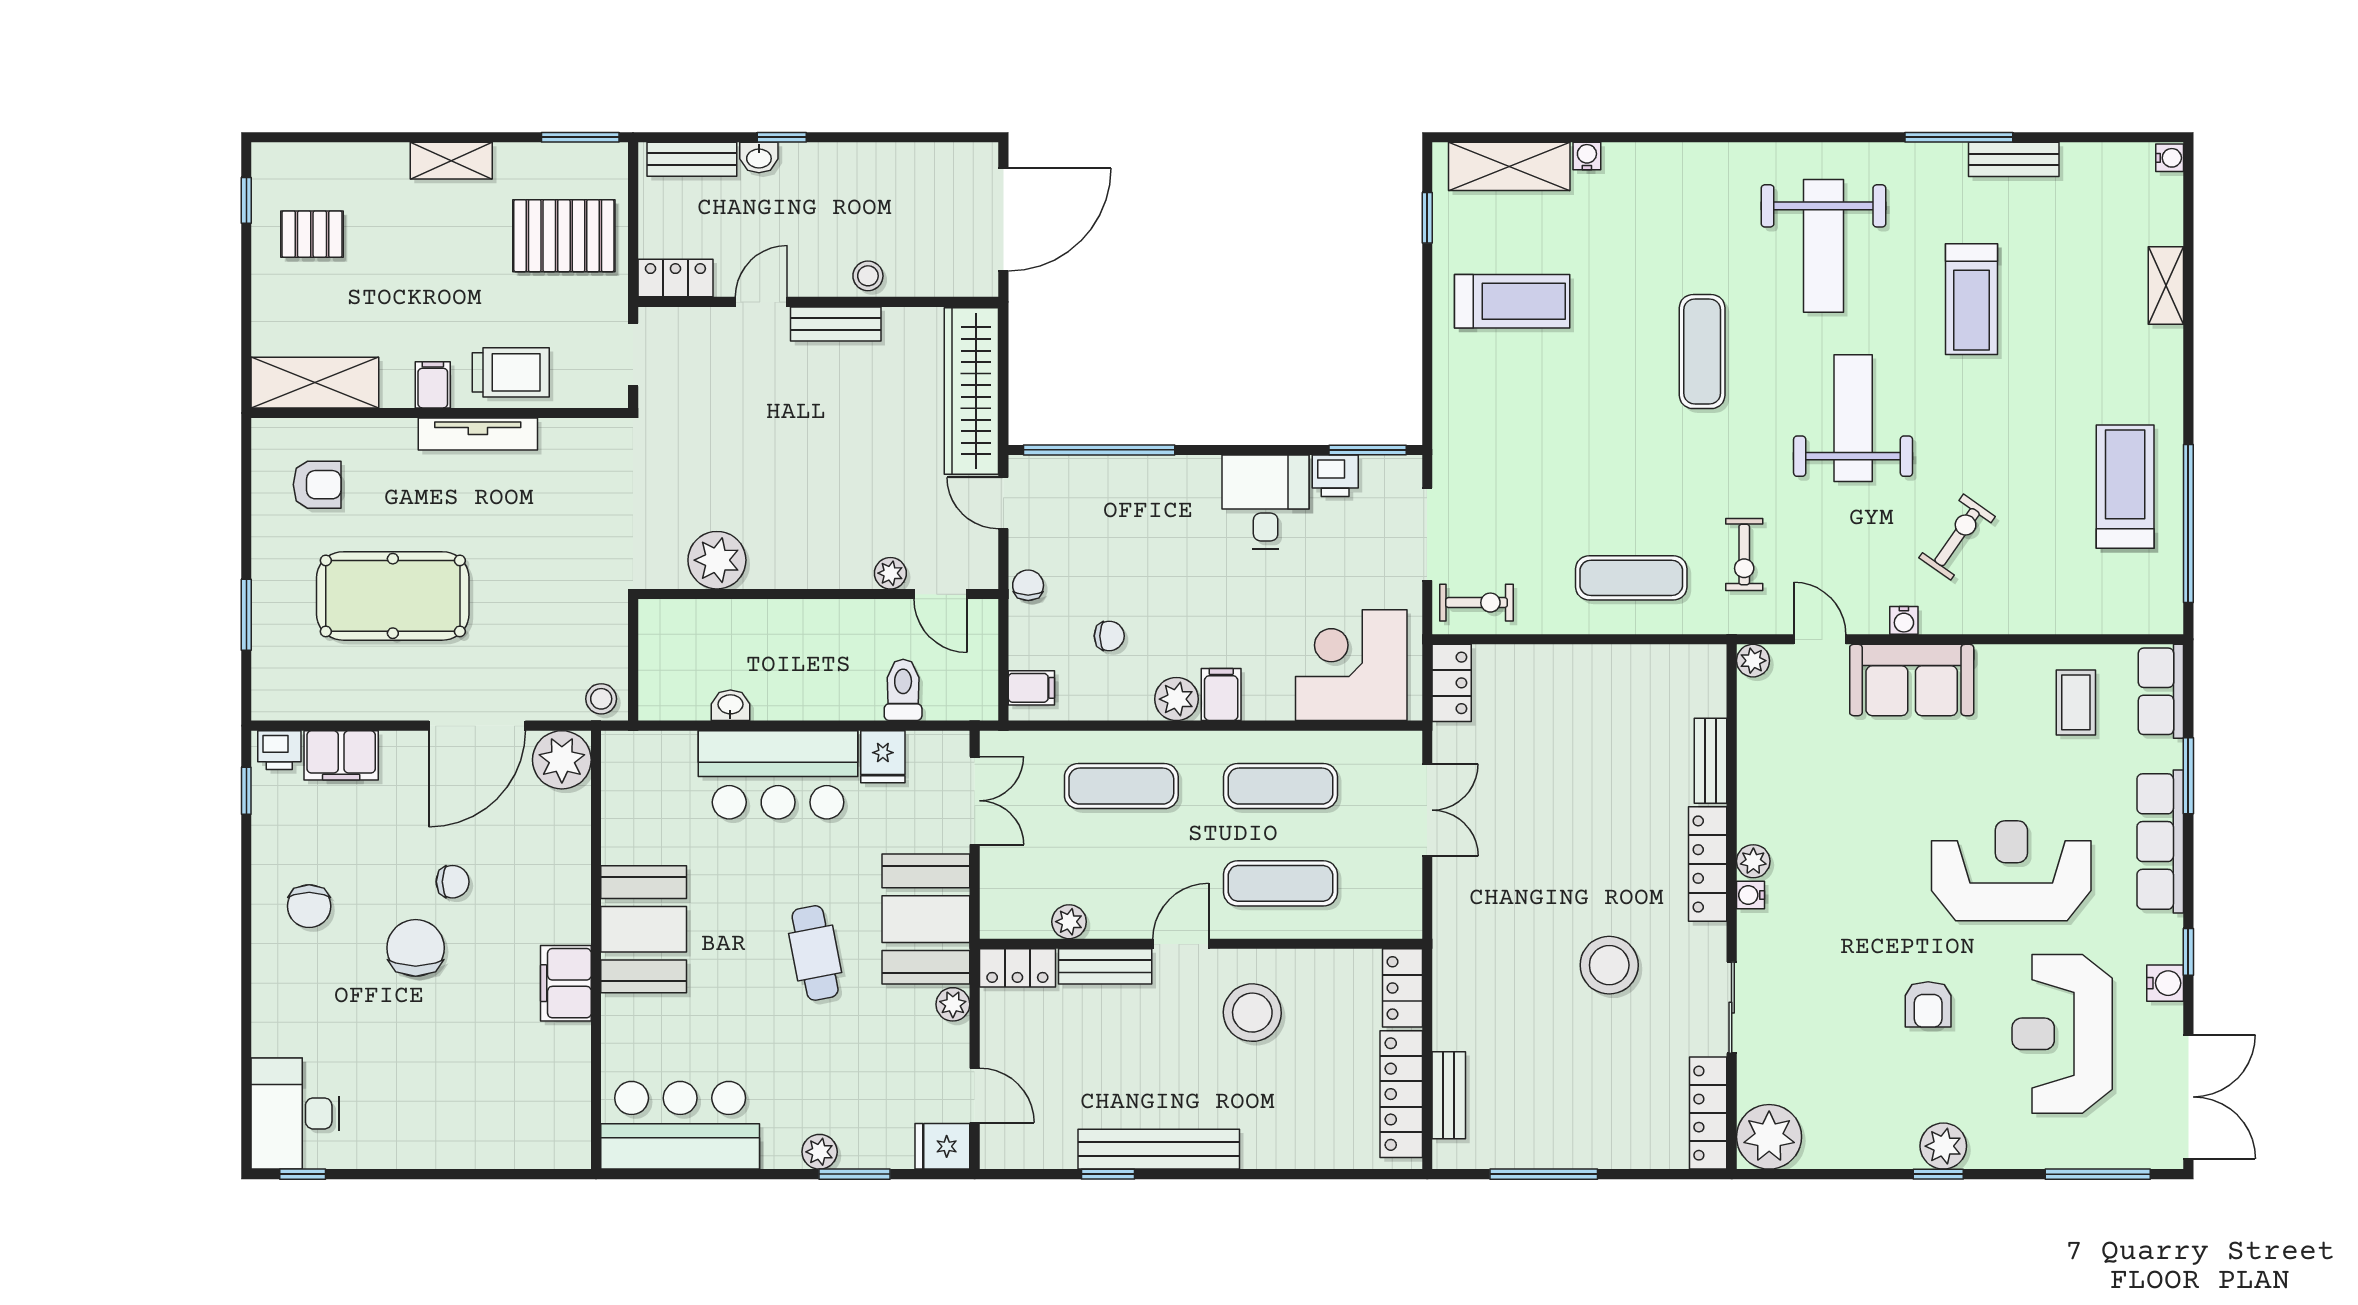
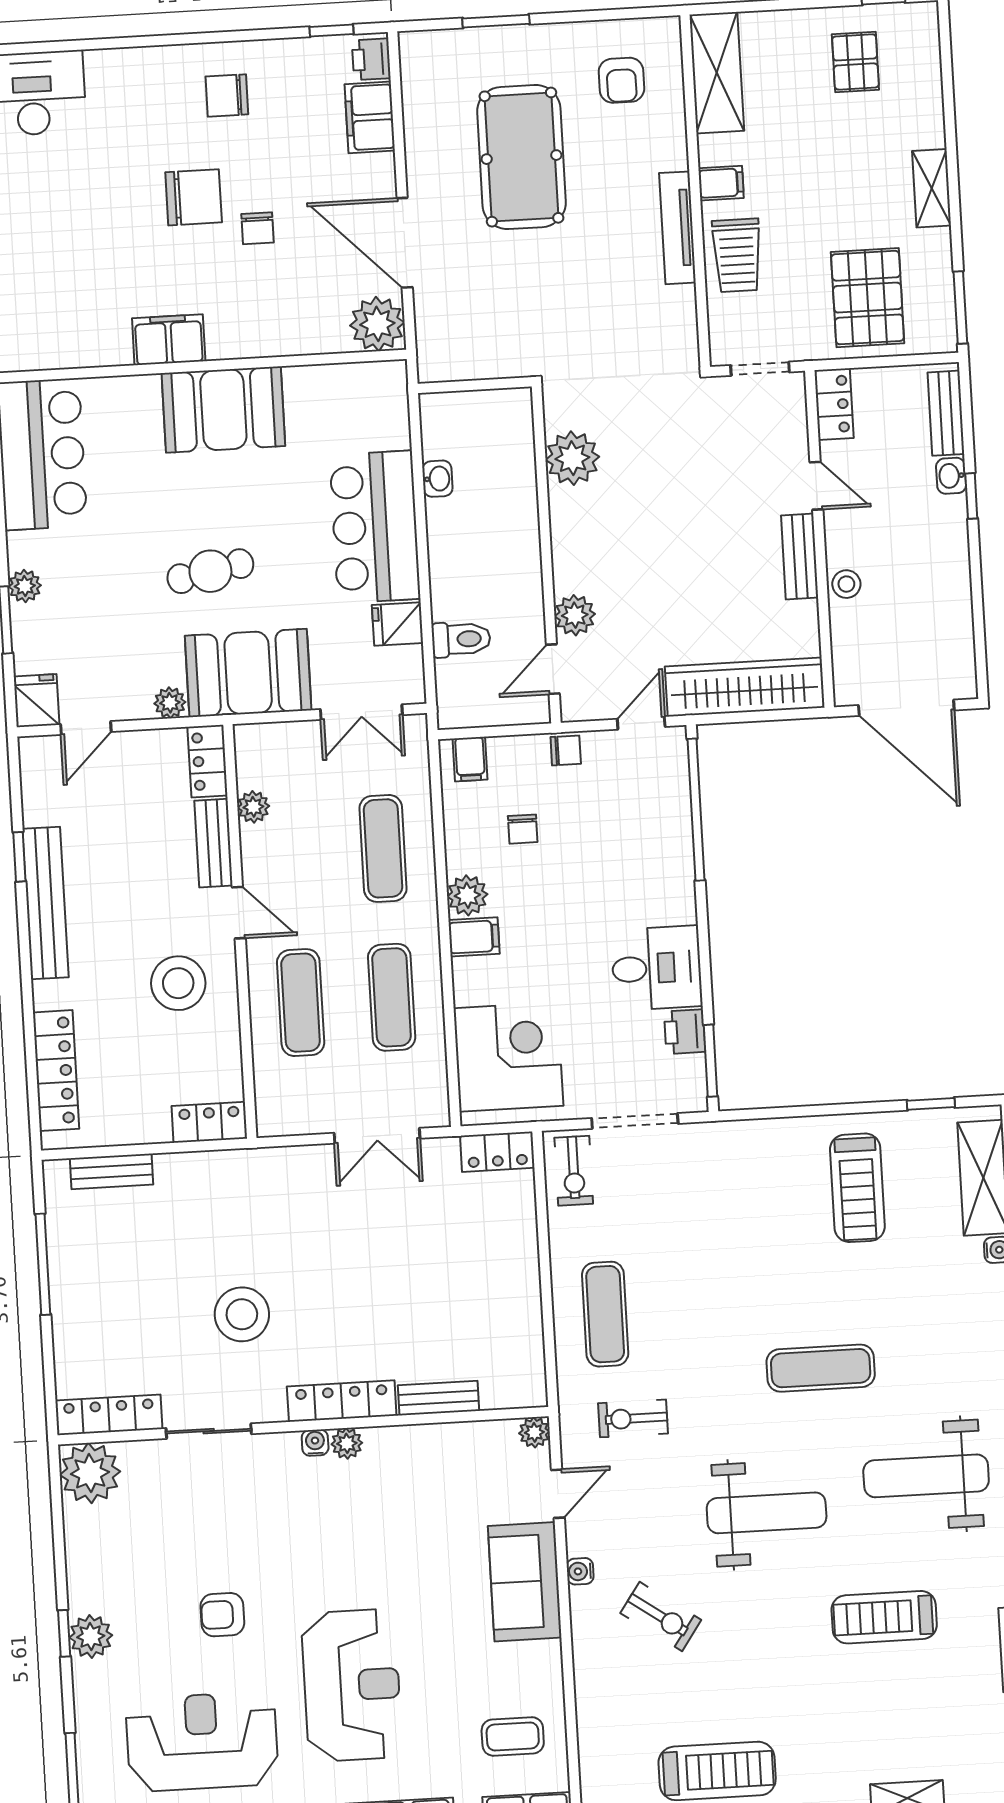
plant: (890, 573) -> (575, 615), width x1.38, depth x1.38
stool: (601, 699) -> (437, 357), removed
locker: (1401, 1094) -> (56, 1071), moved, turned 90

